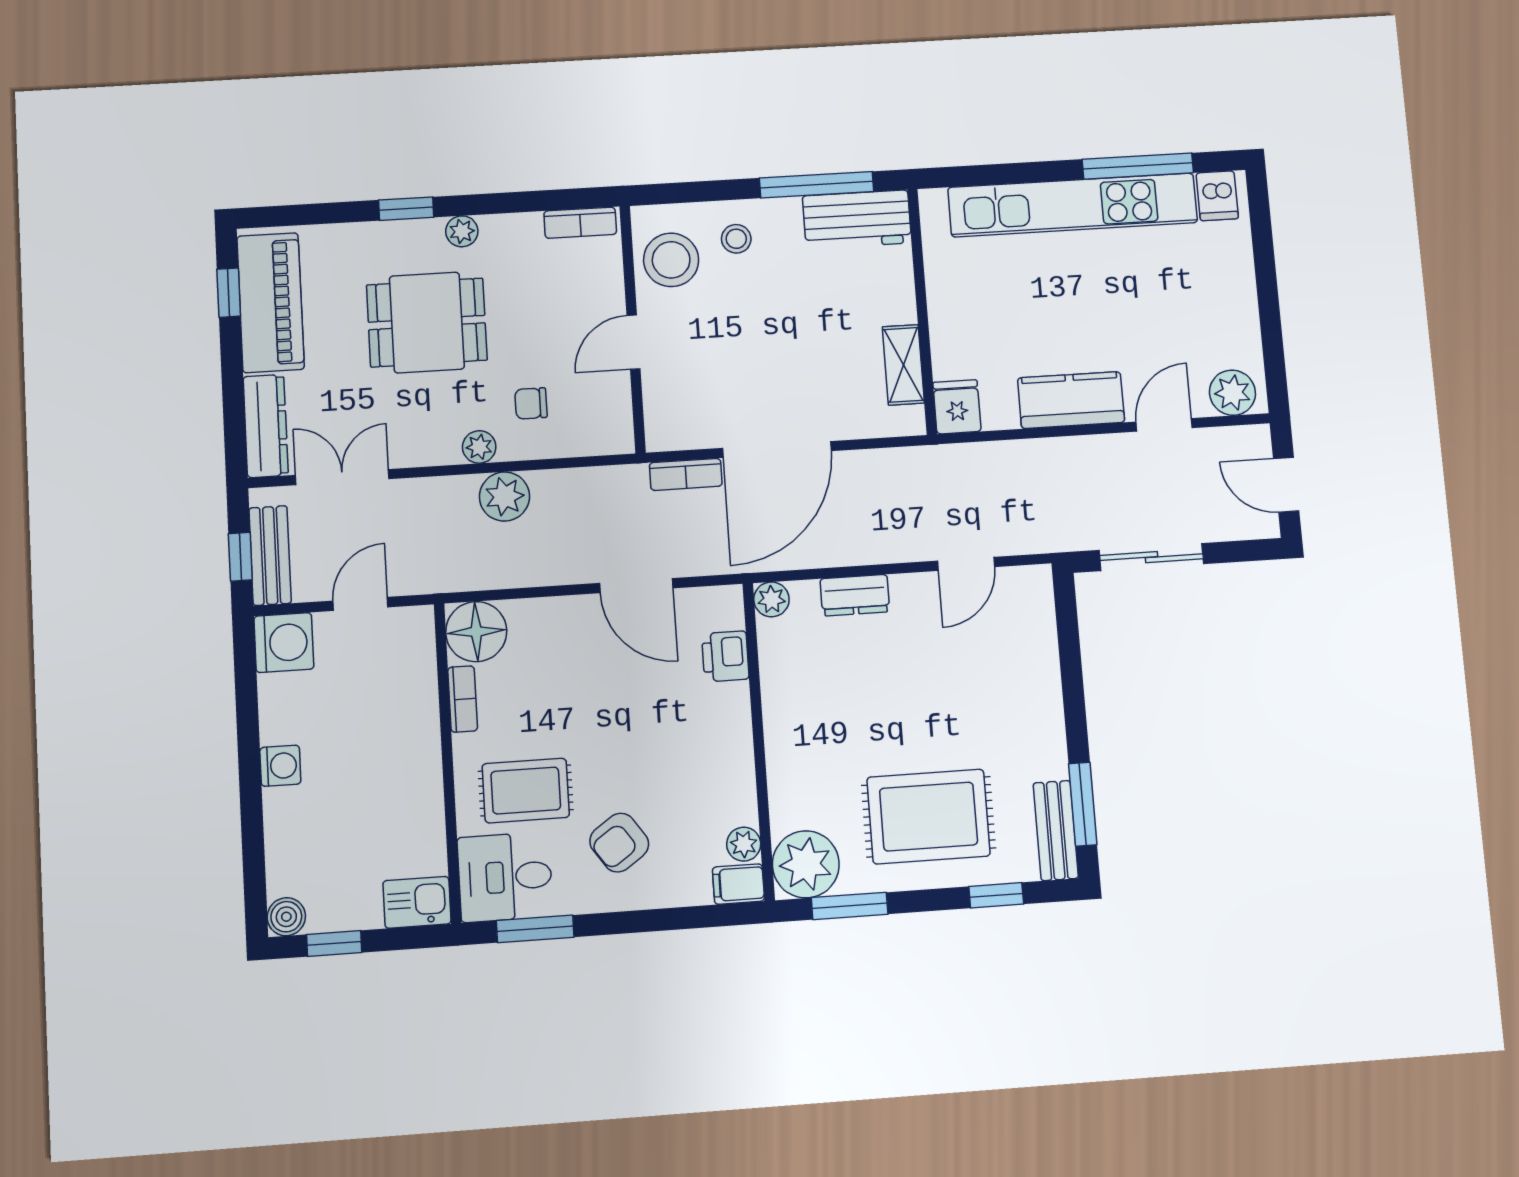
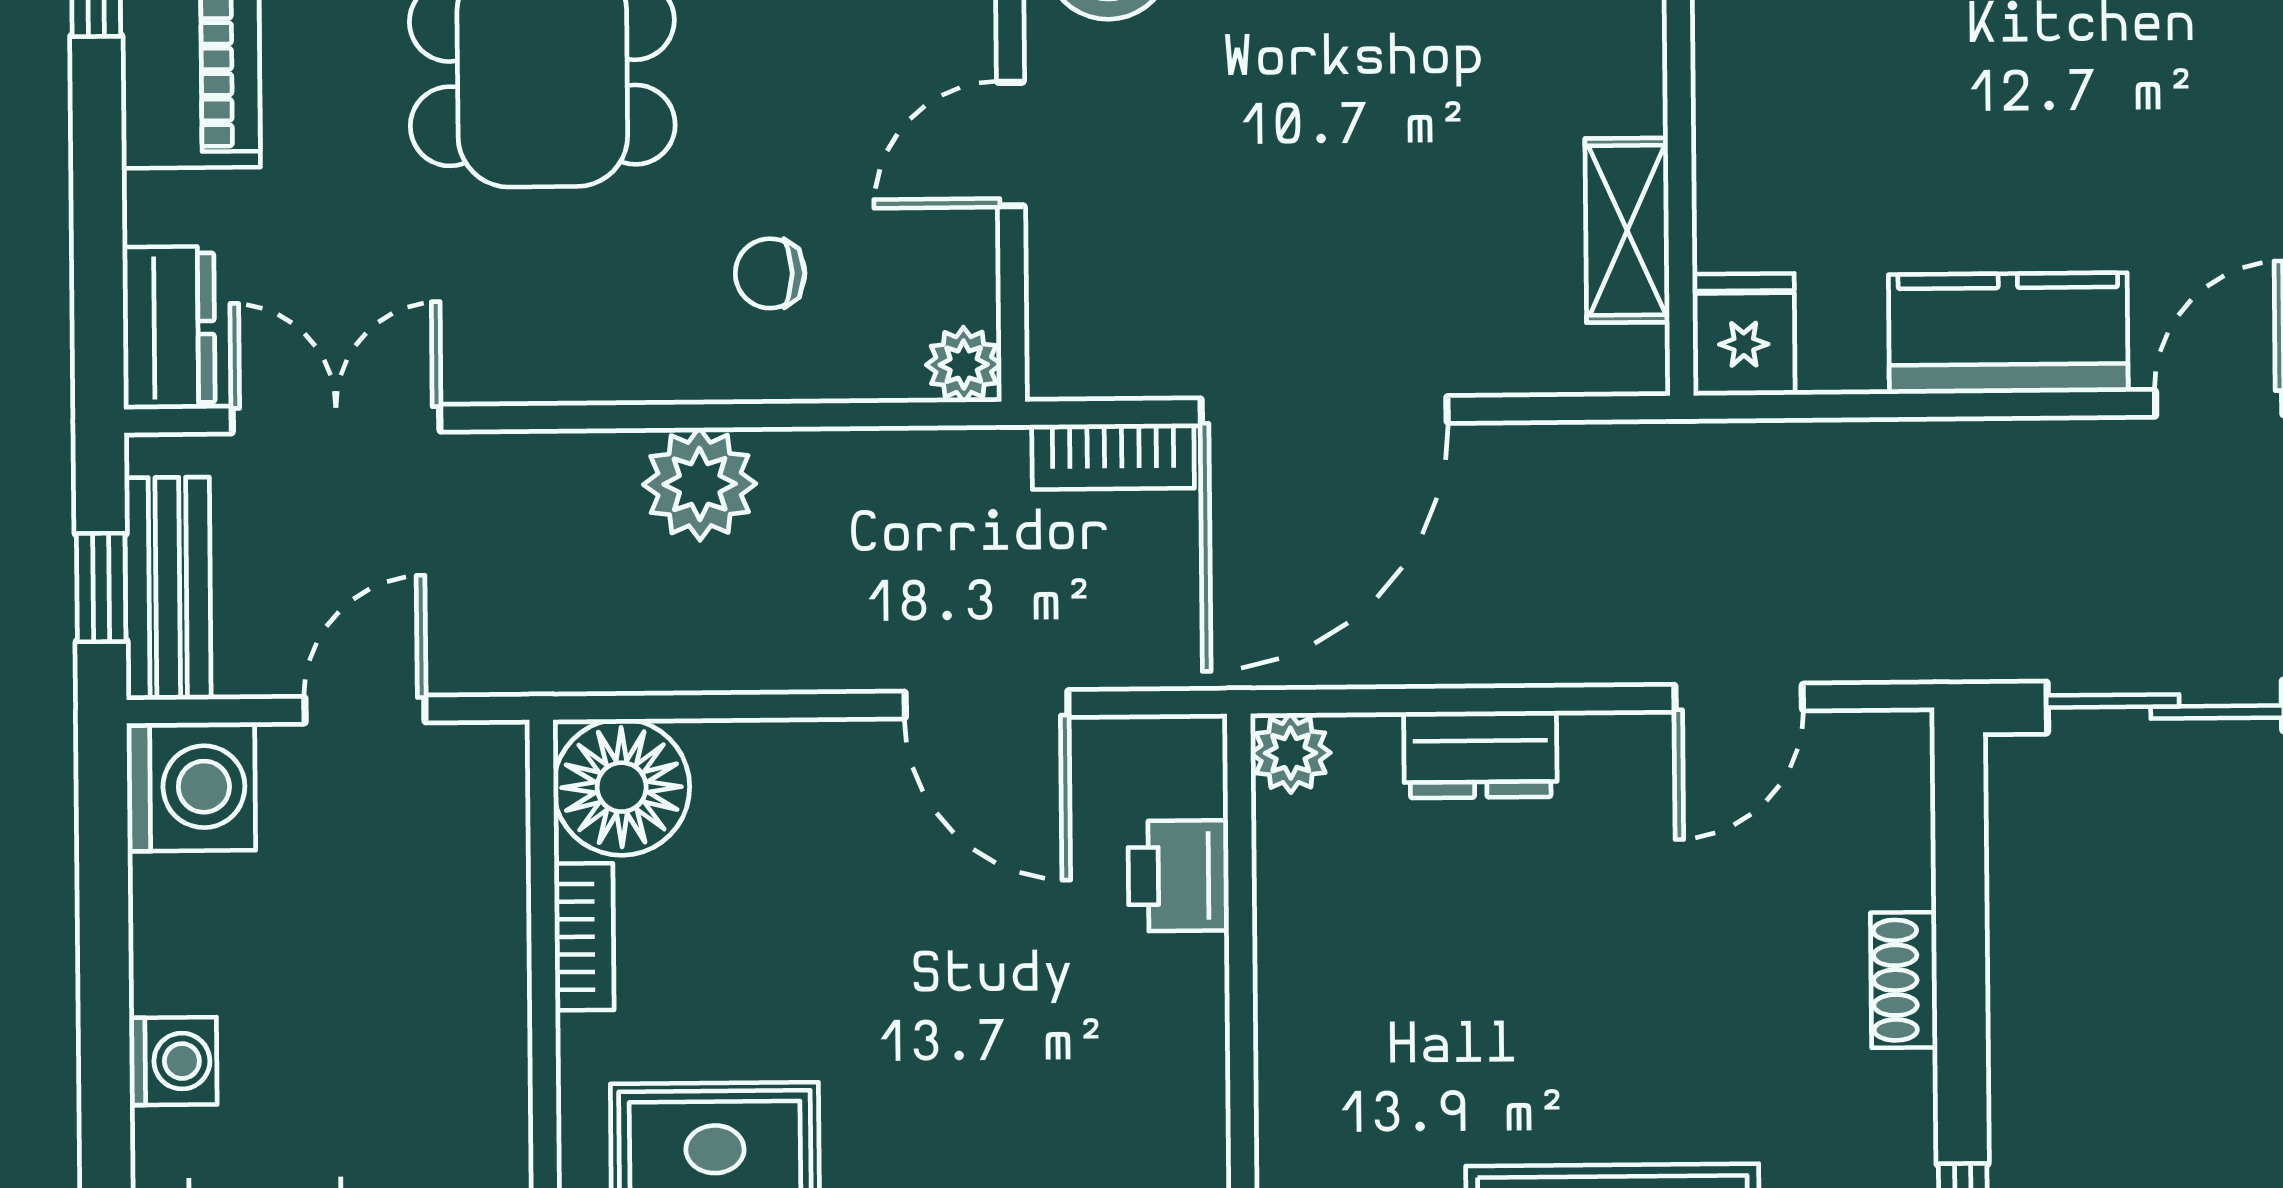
dresser: (266, 426) -> (169, 328), width x0.70
plant: (479, 447) -> (964, 365), moved
shoe rack: (1047, 683) -> (1904, 980), added

